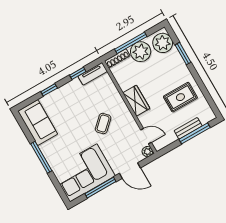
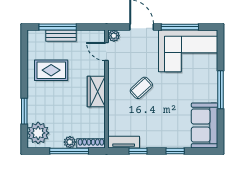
plant: (141, 52) -> (70, 142), width x0.53, depth x0.53

